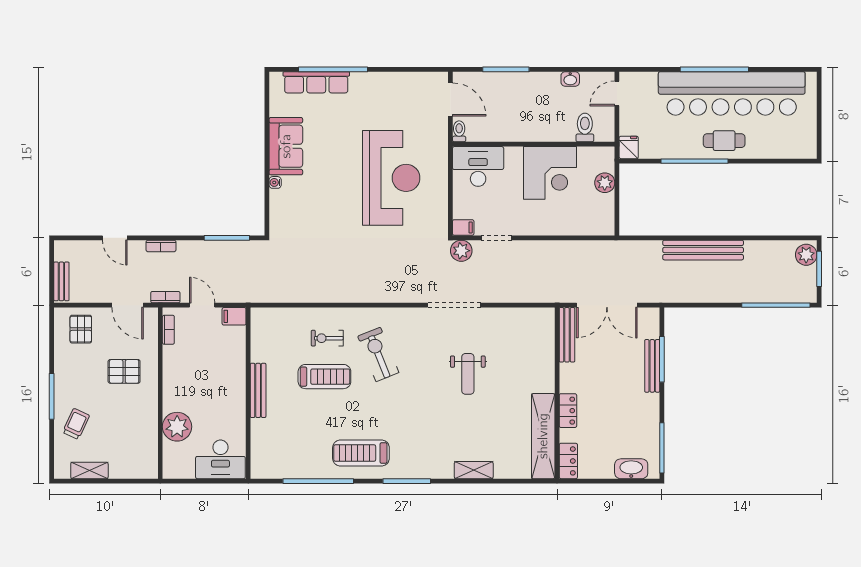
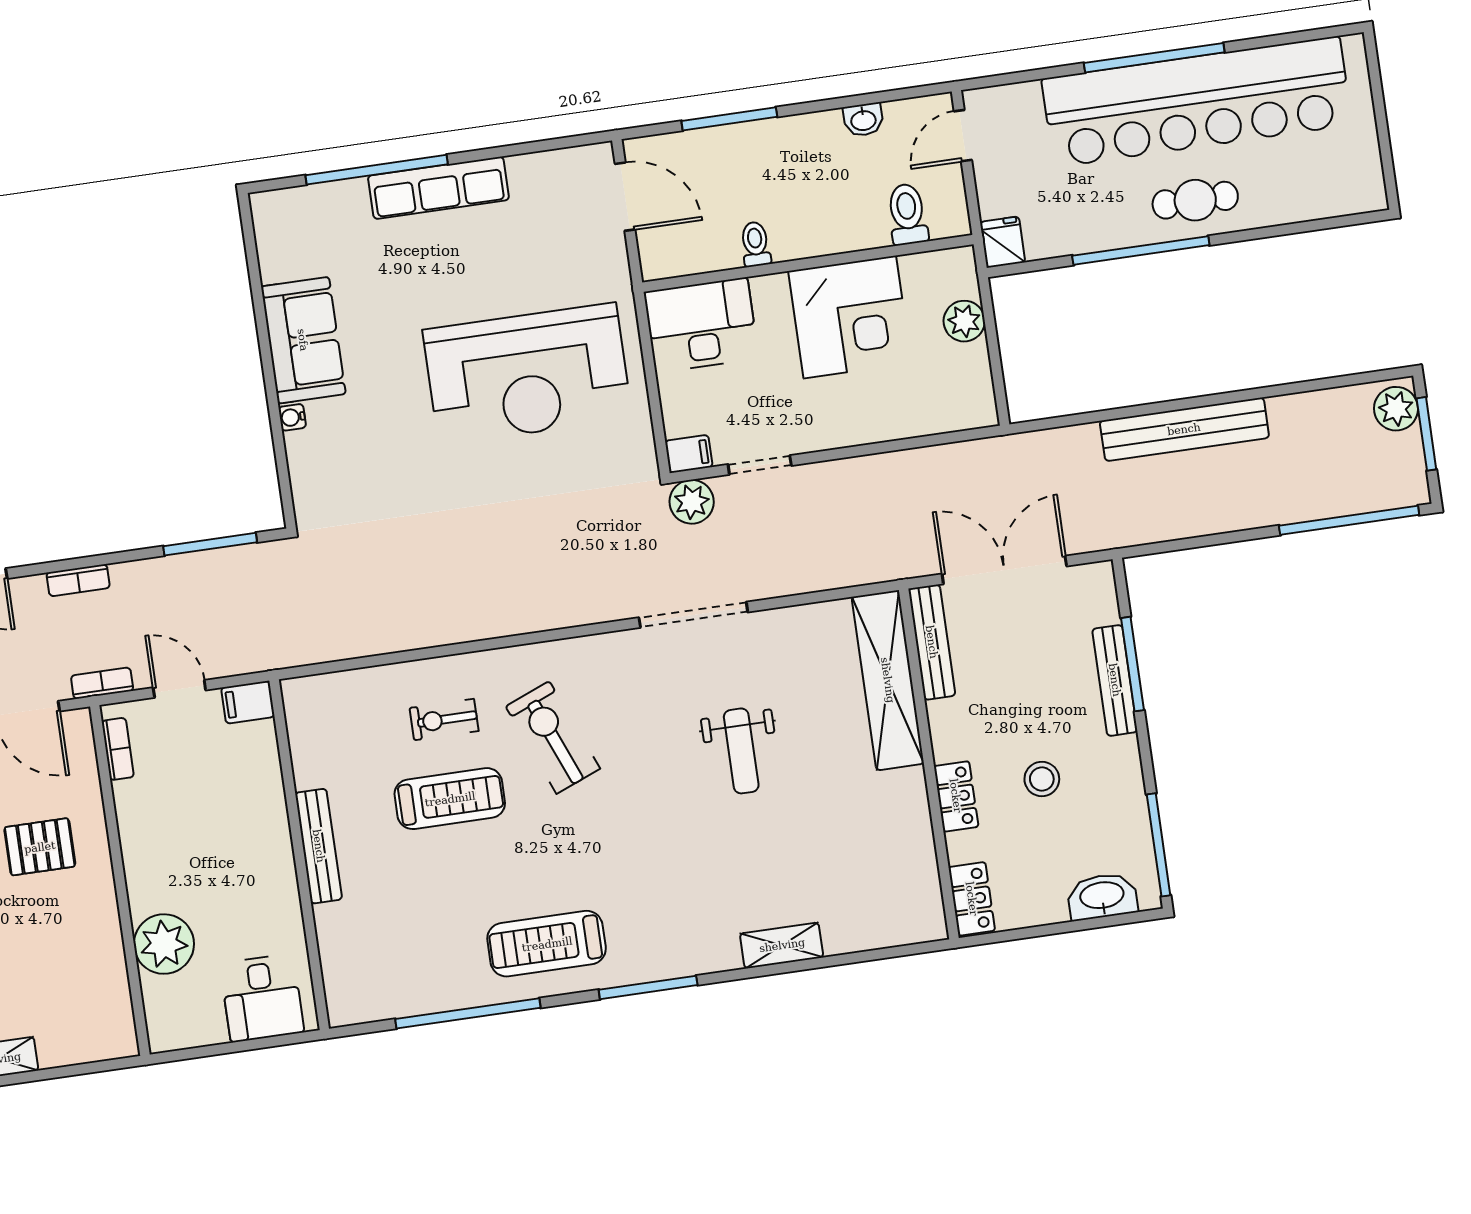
row of seats: (316, 82) -> (438, 188), moved
toilet: (459, 131) -> (755, 244), moved
reception desk: (391, 178) -> (527, 374), turned 90
double door: (607, 305) -> (1004, 570), swing flipped
stool: (610, 408) -> (1042, 779), added
shelving: (543, 436) -> (888, 680), moved
desk: (220, 459) -> (262, 998), width x0.73

